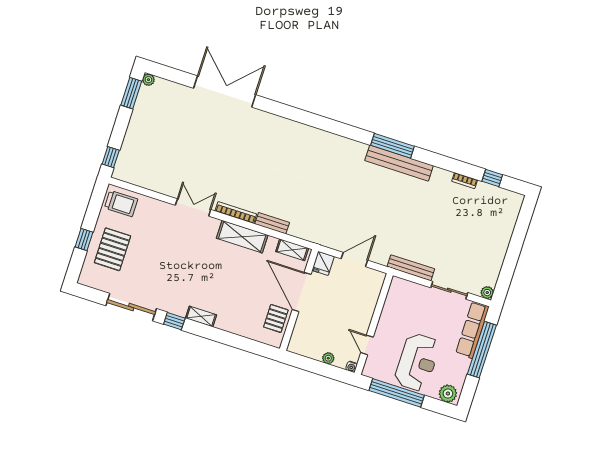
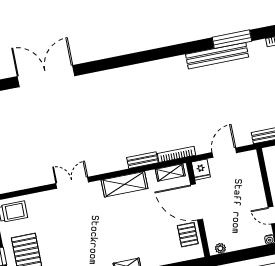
window: (393, 146) -> (232, 39), moved
bookcase: (236, 213) -> (177, 154), moved
plant: (328, 358) -> (220, 248), moved

